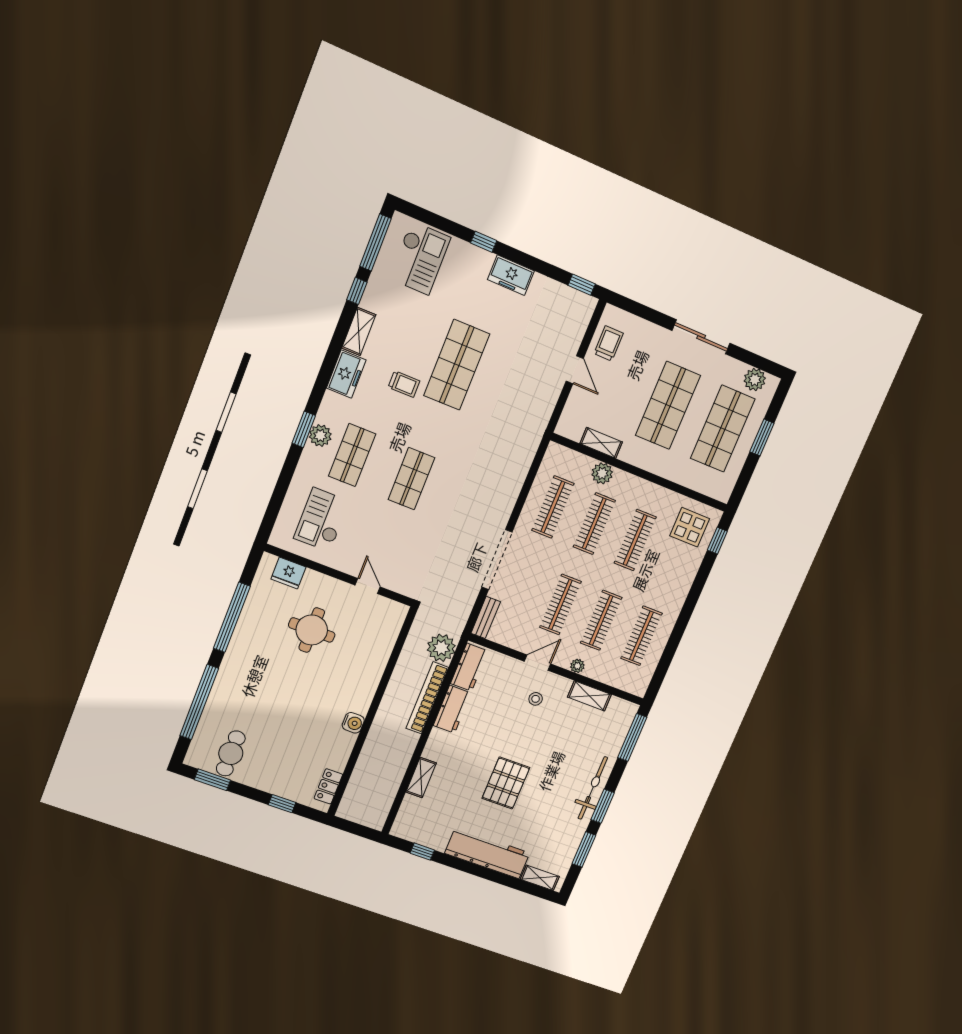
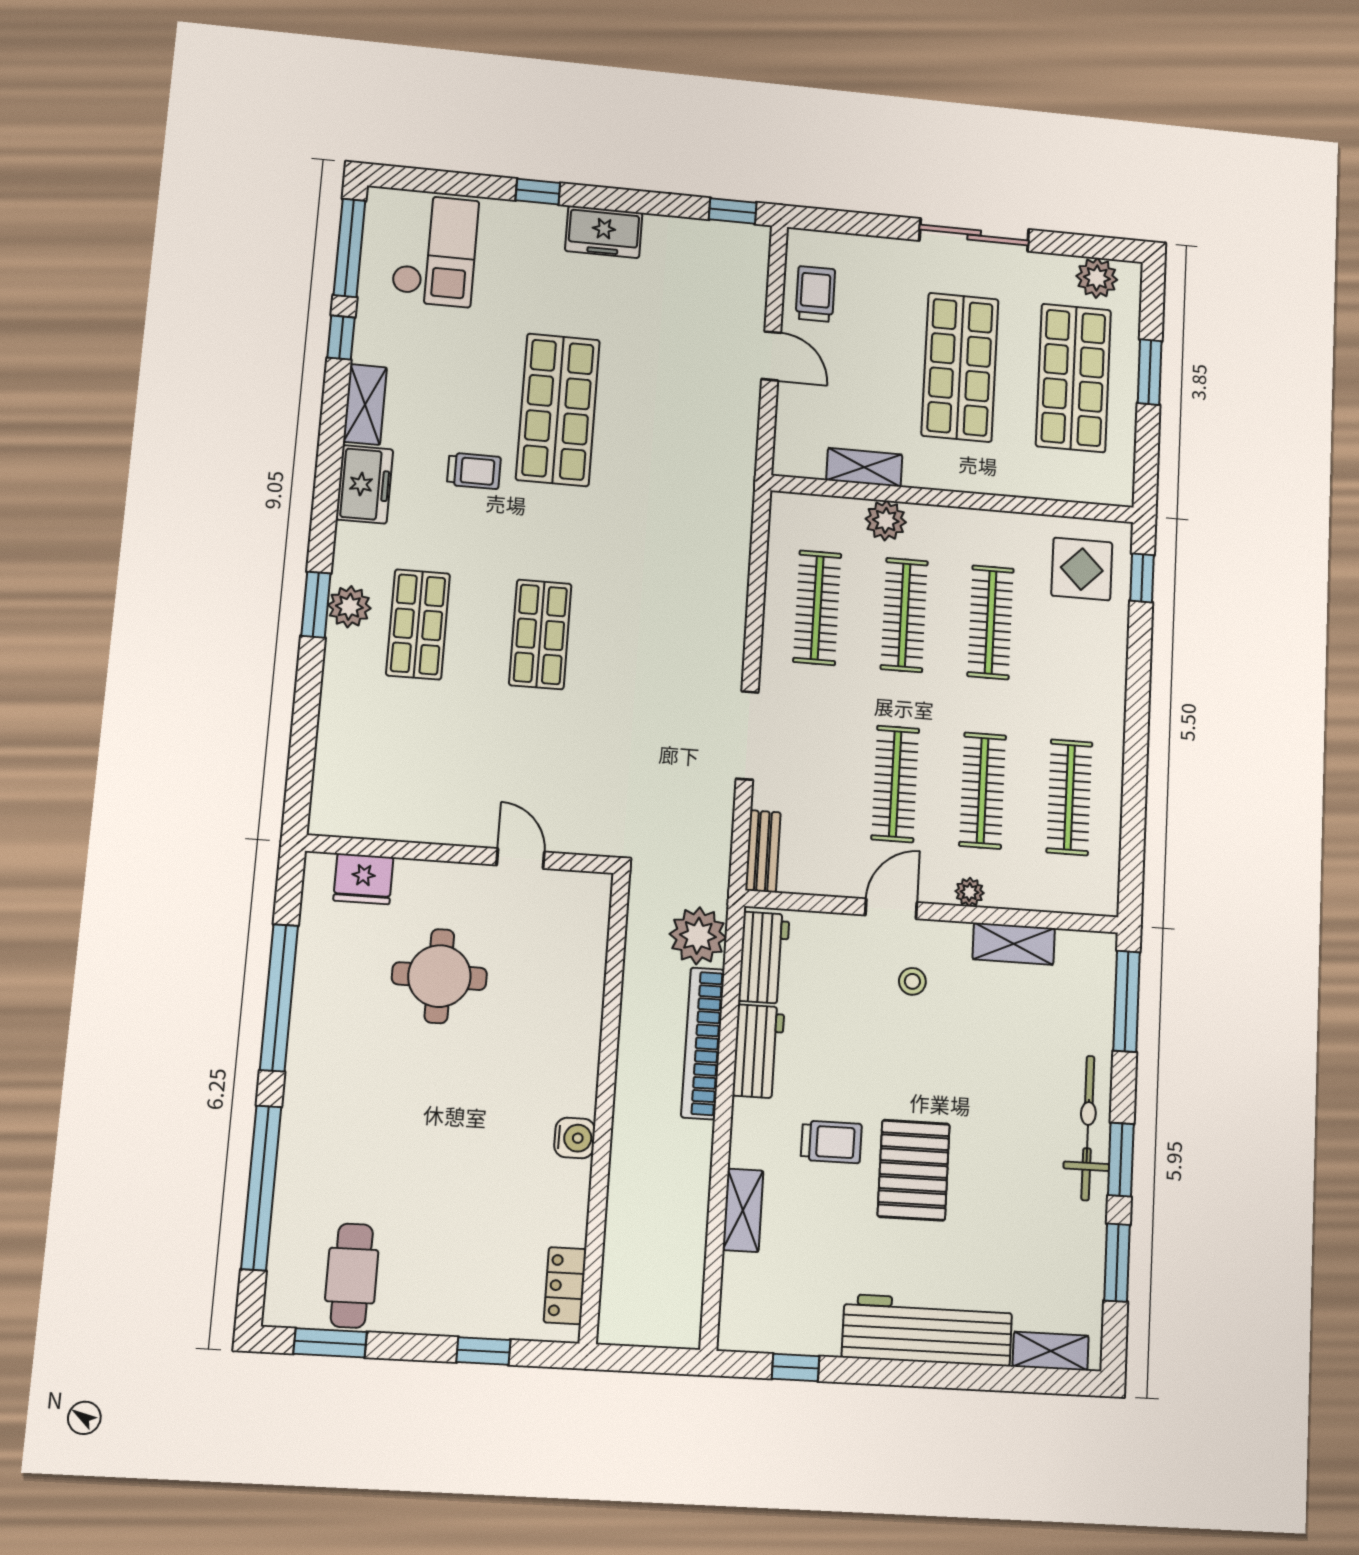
checkout: (322, 520) -> (397, 760), removed
doorway: (497, 560) -> (747, 735), width x0.73
trolley: (472, 760) -> (831, 1142), added

